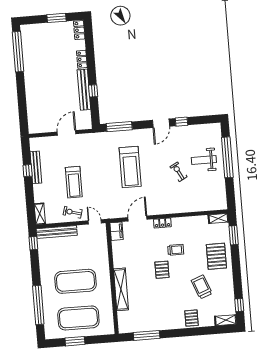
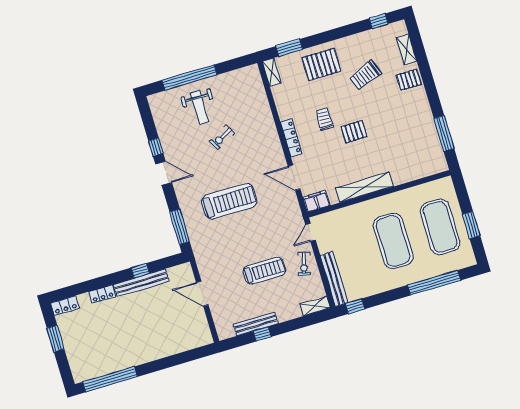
locker: (162, 223) -> (291, 138), width x1.53
shelving: (121, 289) -> (364, 187), moved
shelving: (226, 320) -> (407, 49), moved

